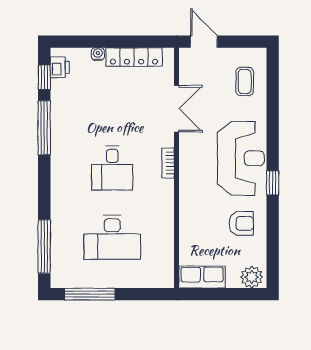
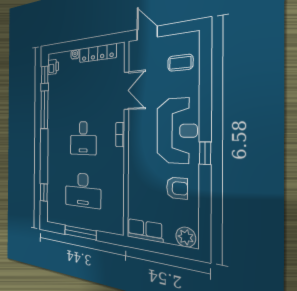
coffee table: (245, 81) -> (180, 63), turned 90
window: (44, 247) -> (44, 192), width x0.46
window: (90, 294) -> (80, 233), moved

